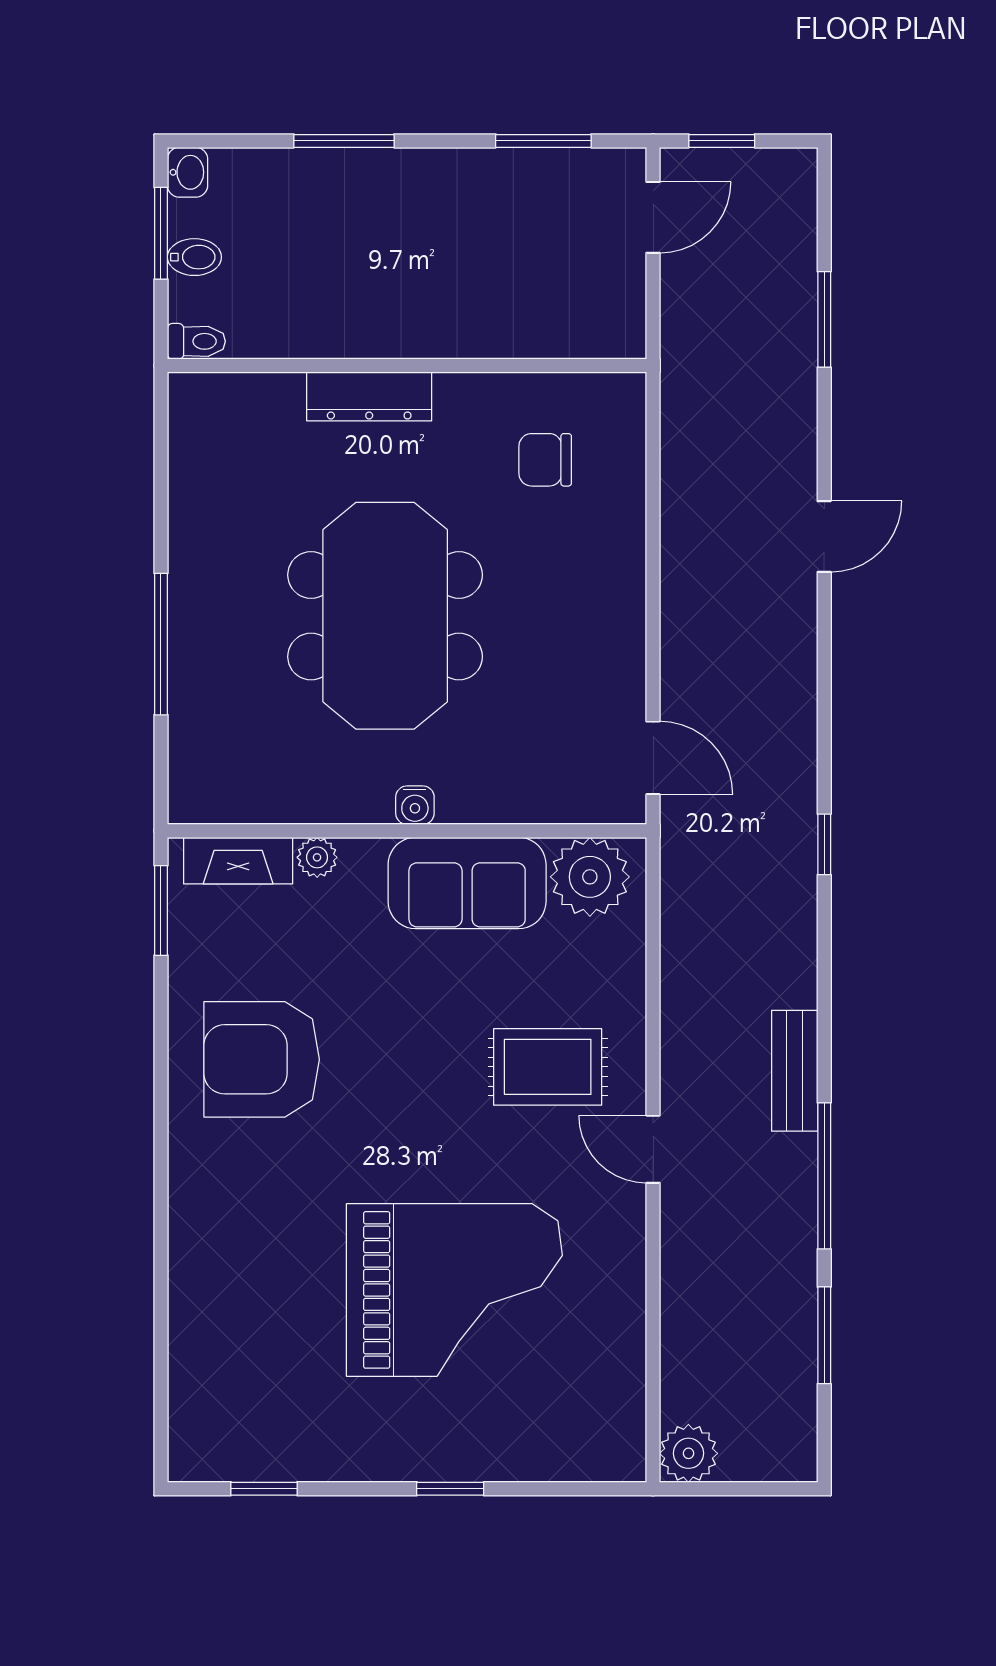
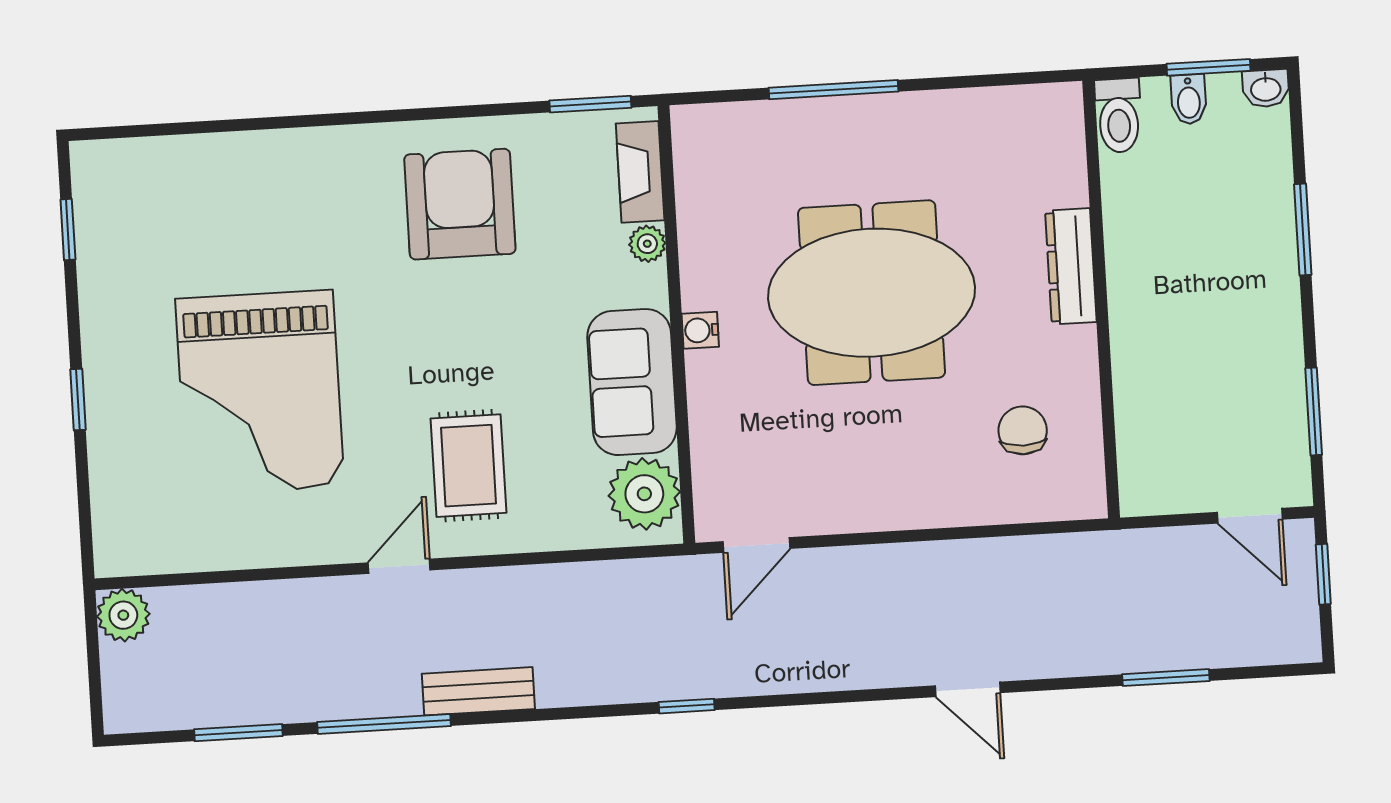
toilet: (196, 341) -> (1119, 115), width x1.37, depth x1.39

